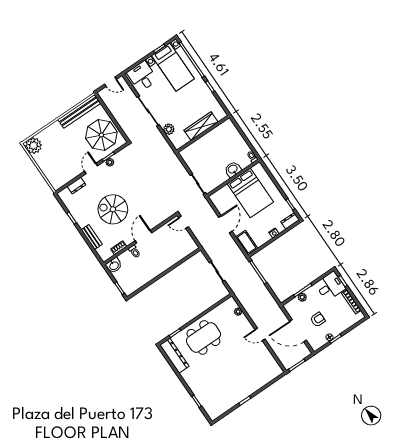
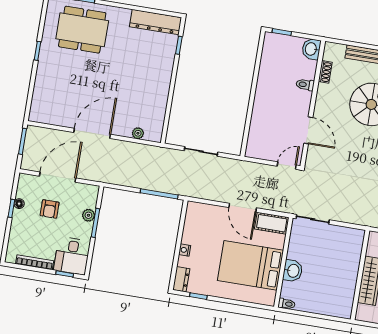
door: (143, 237) -> (308, 130), moved
cot: (247, 243) -> (272, 223), moved
door: (260, 334) -> (92, 133), width x1.87
dining table: (203, 337) -> (82, 30), moved, turned 90

